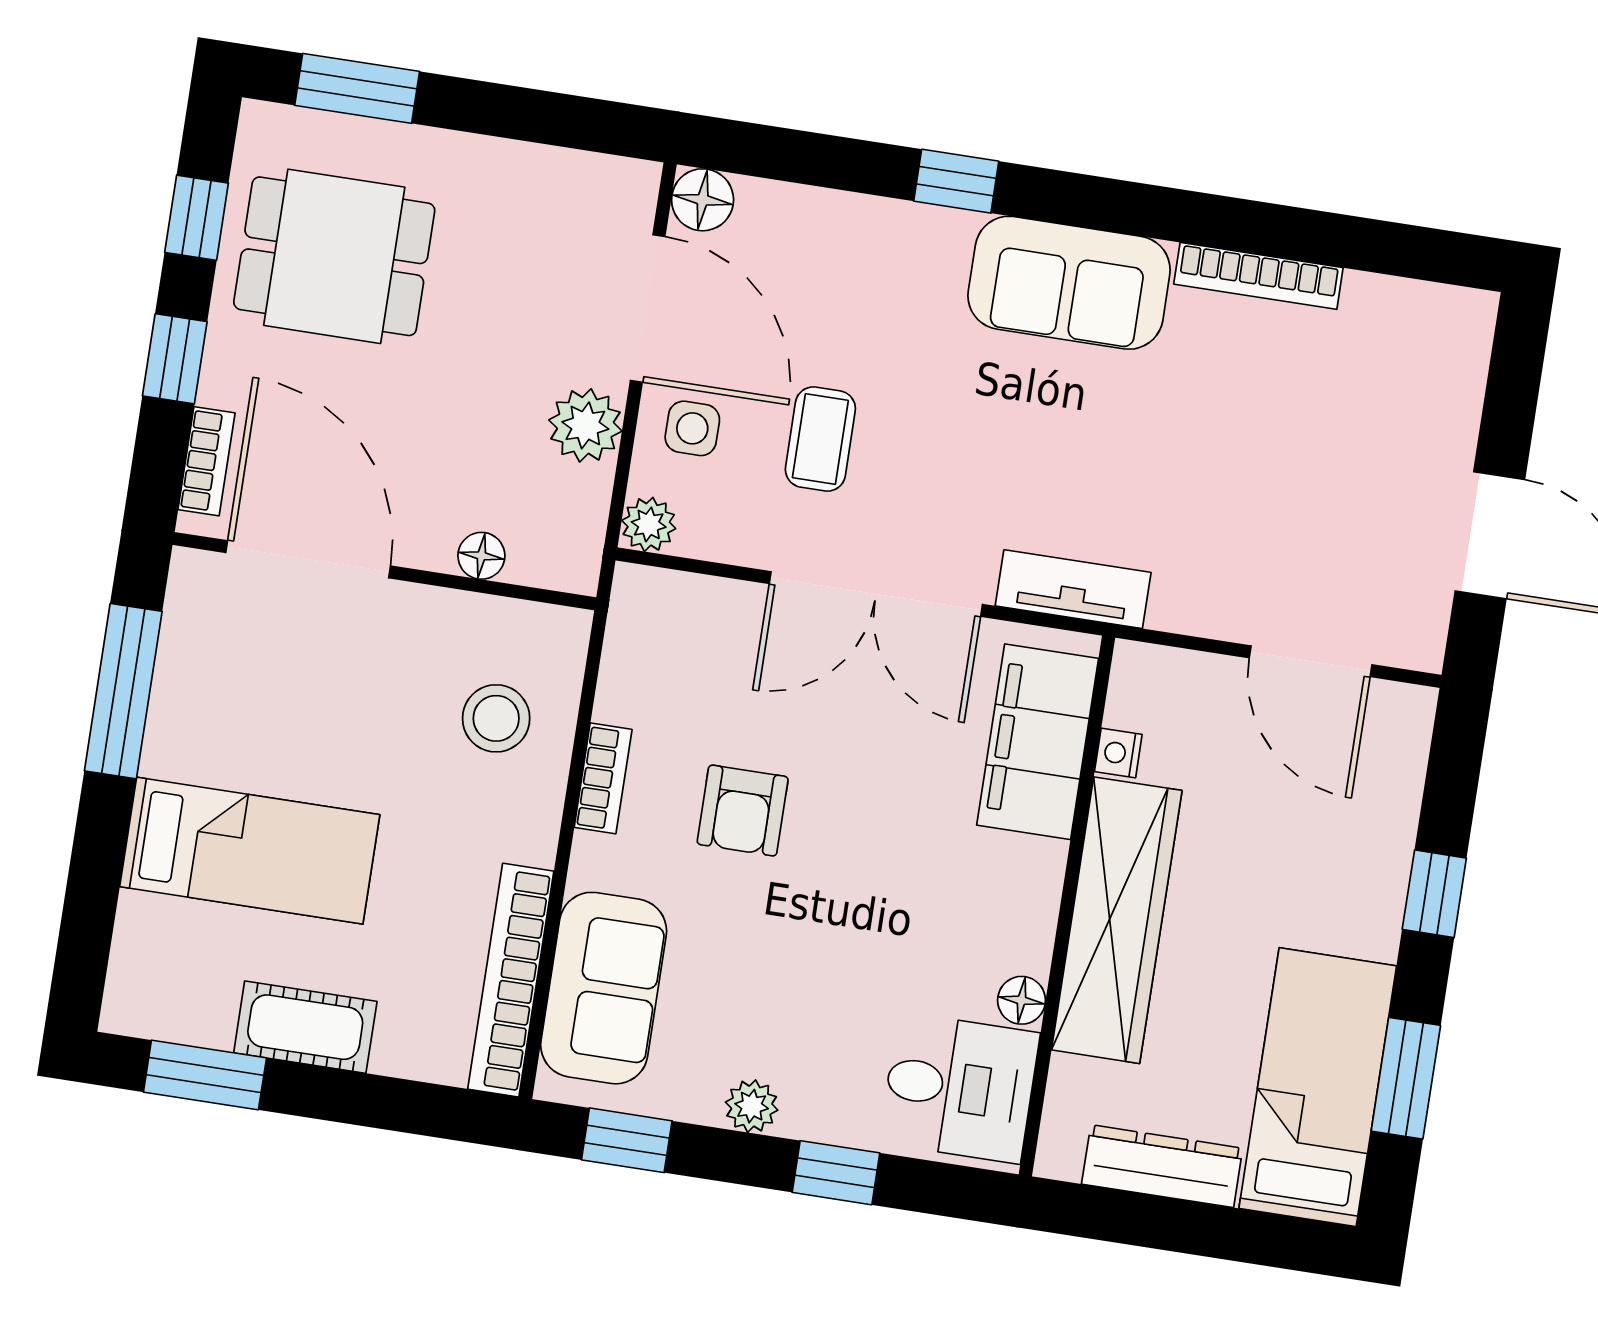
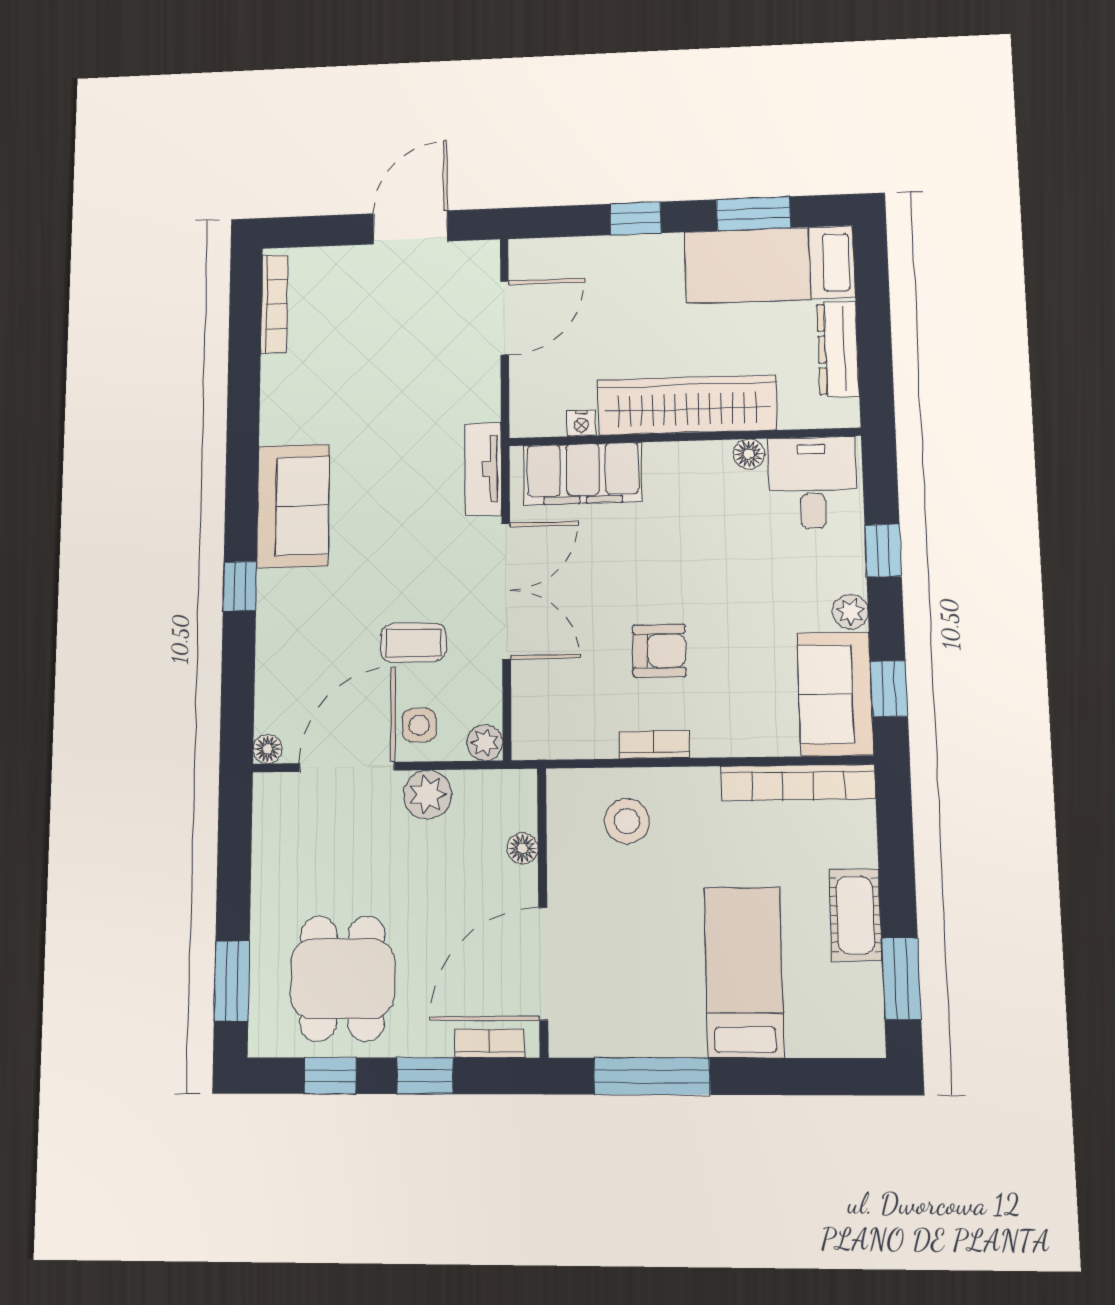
floor lamp: (703, 200) -> (268, 749), width x0.73, depth x0.73
bookcase: (1258, 276) -> (274, 304), moved
sofa: (604, 988) -> (835, 694), moved, turned -90

